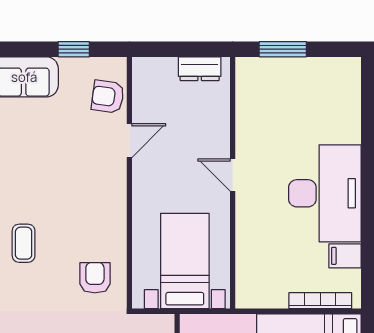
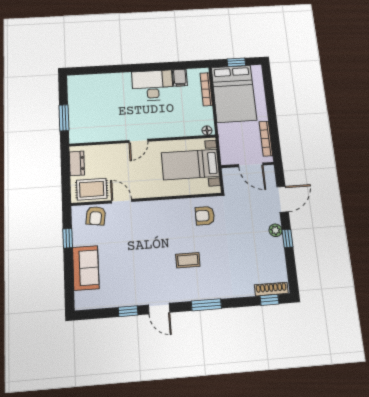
rug: (153, 92) -> (92, 189), added
desk: (325, 193) -> (153, 85), width x0.73, depth x0.77
floor lamp: (244, 295) -> (207, 130), added

